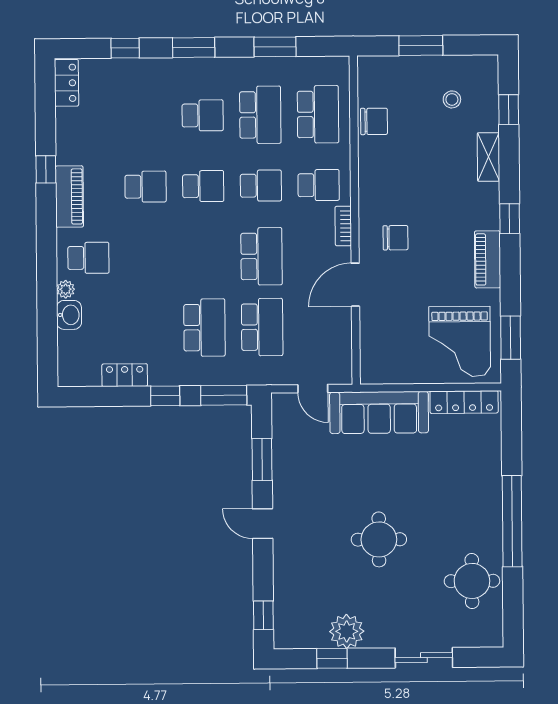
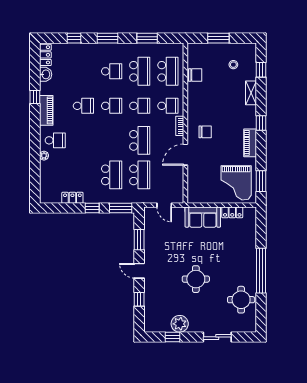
washbasin: (69, 315) -> (46, 74), moved
locker: (464, 402) -> (232, 212), width x0.66
sofa: (379, 412) -> (203, 217), width x0.73
window: (263, 615) -> (139, 299), moved

